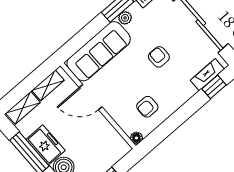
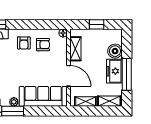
armchair: (159, 57) -> (24, 43), moved
shelving: (109, 133) -> (75, 49), added

